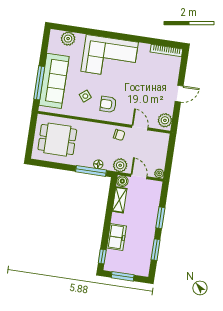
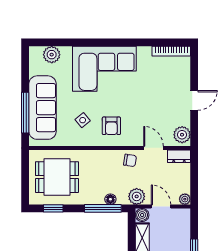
armchair: (108, 104) -> (111, 126), turned -90
dresser: (160, 138) -> (179, 156), added
window: (50, 165) -> (53, 208), added

